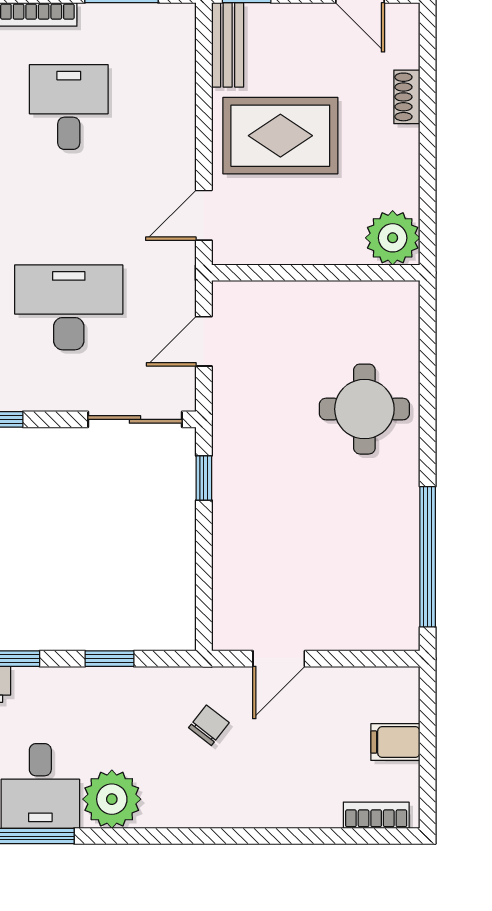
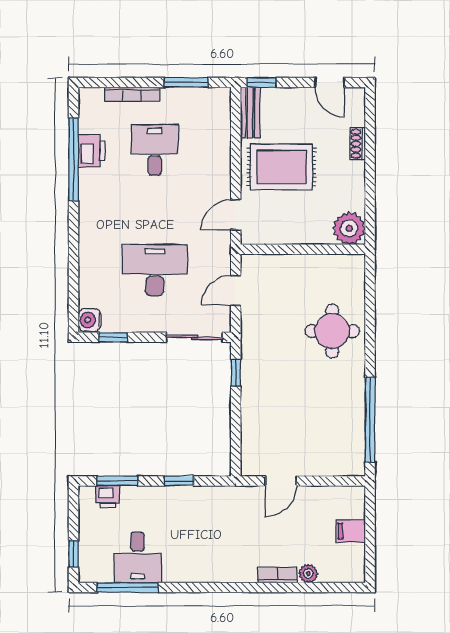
chair: (209, 725) -> (239, 521), removed
plant: (112, 799) -> (308, 573), moved, width x0.53, depth x0.53
bookcase: (376, 815) -> (277, 575), moved

